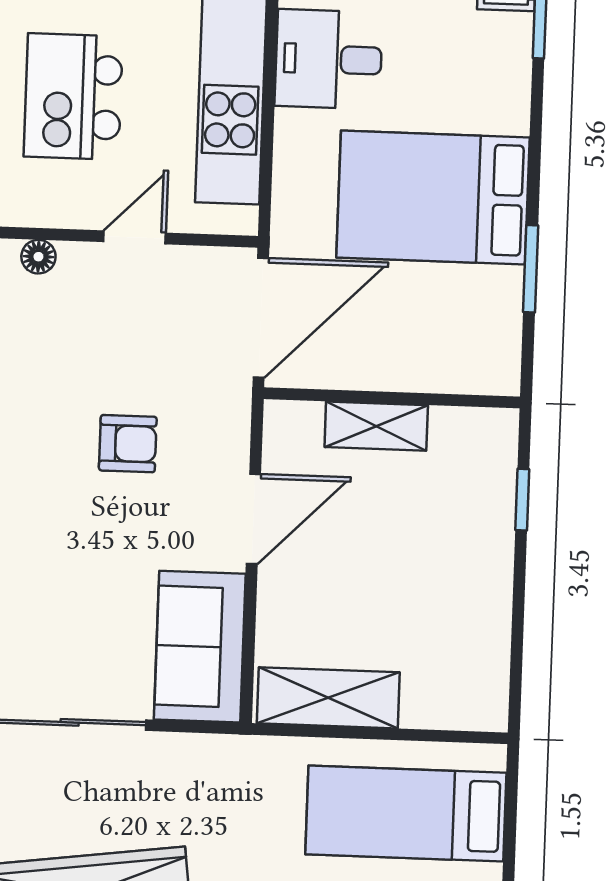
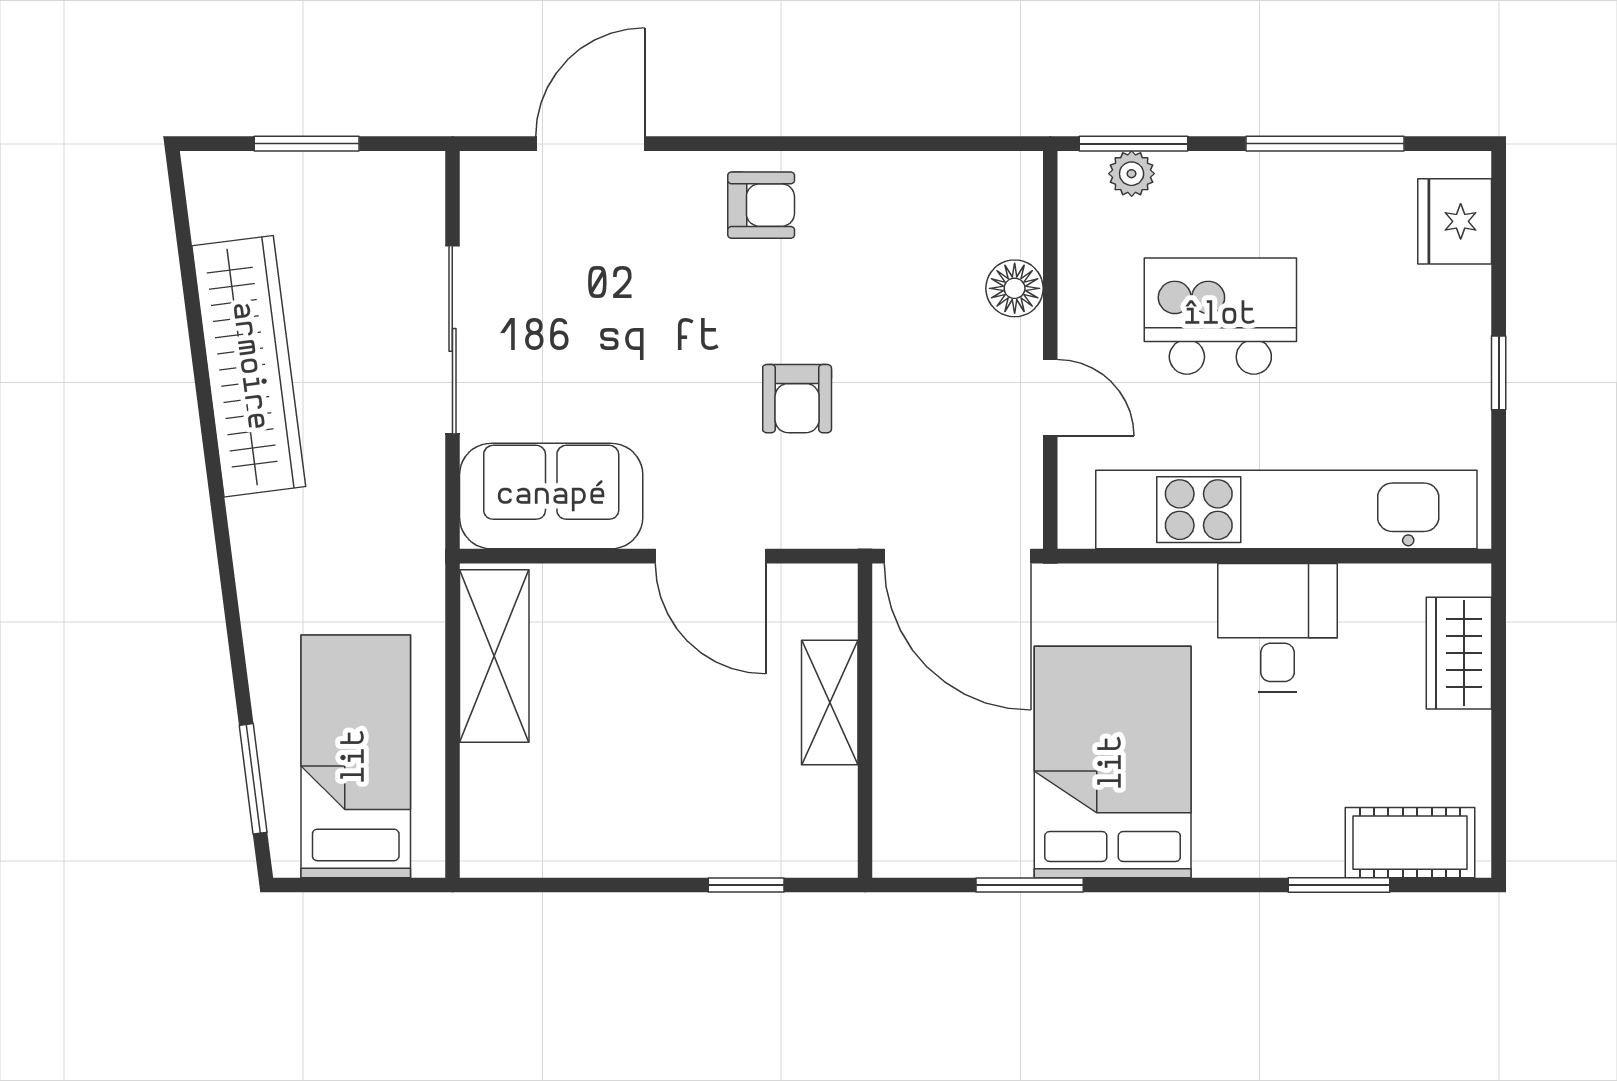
floor lamp: (38, 257) -> (1015, 288), width x1.37, depth x1.37

